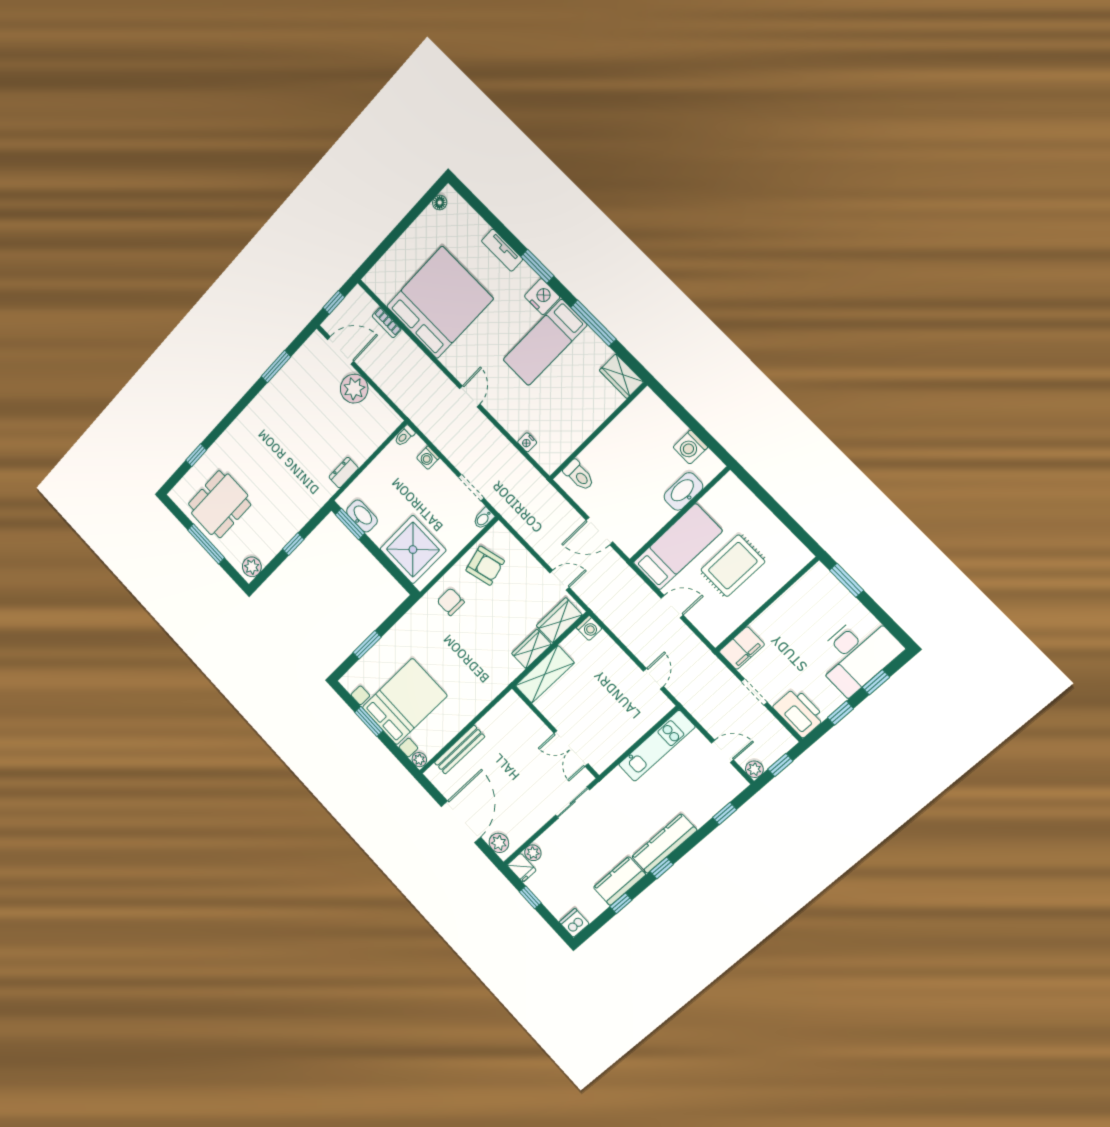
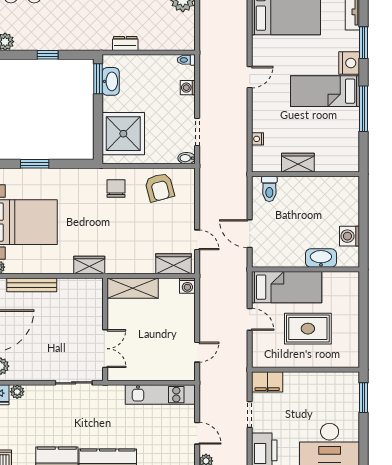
wardrobe: (621, 376) -> (298, 163), moved, turned 90
wardrobe: (531, 649) -> (89, 265), moved
double door: (571, 748) -> (105, 349), swing flipped

